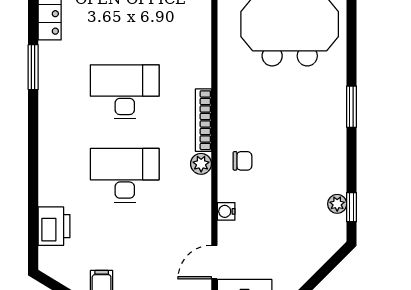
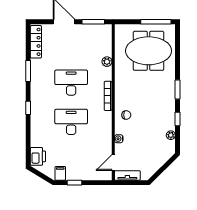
window: (33, 146) -> (28, 108), added
plant: (201, 164) -> (107, 62), moved
window: (351, 207) -> (177, 119), moved
printer: (54, 226) -> (38, 156), moved

